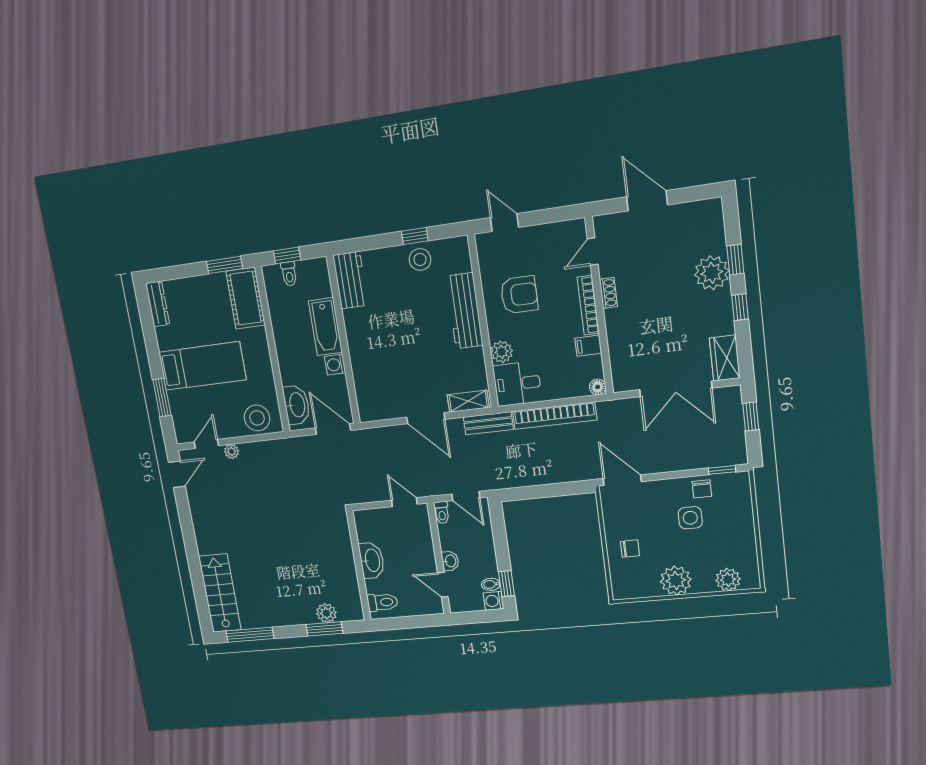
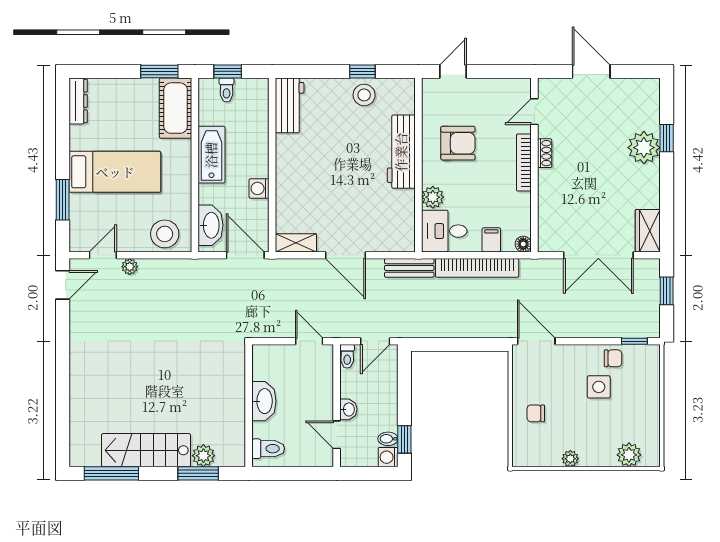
door: (504, 222) -> (453, 71), hinge flipped
window: (740, 307) -> (667, 184), removed
bathtub: (325, 327) -> (211, 155), moved, turned 180
filing cabinet: (588, 346) -> (491, 240), moved, turned 90
shelving: (468, 401) -> (296, 243), moved
chair: (702, 489) -> (613, 358), turned -90
door: (466, 496) -> (375, 341), hinge flipped
chair: (630, 549) -> (536, 413), turned 180
plant: (676, 581) -> (570, 459), width x0.53, depth x0.53
stairs: (220, 593) -> (146, 450), moved, turned -90

